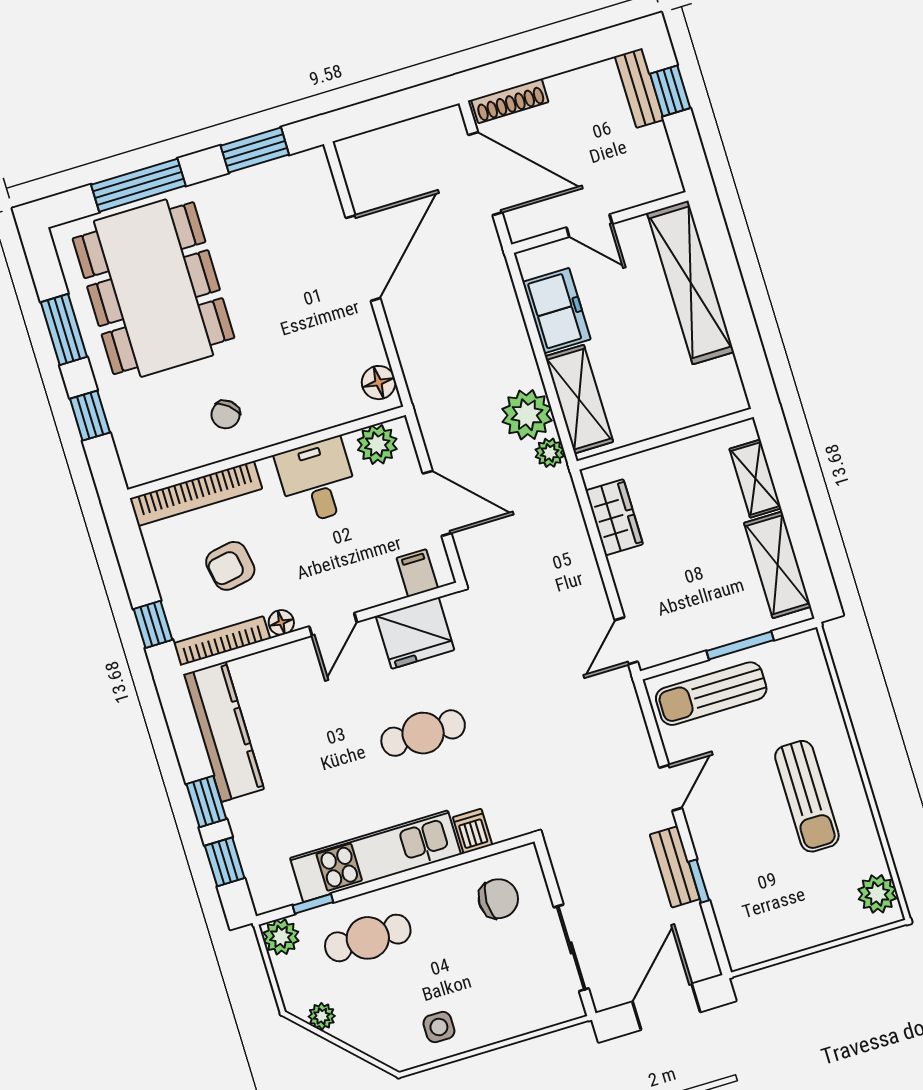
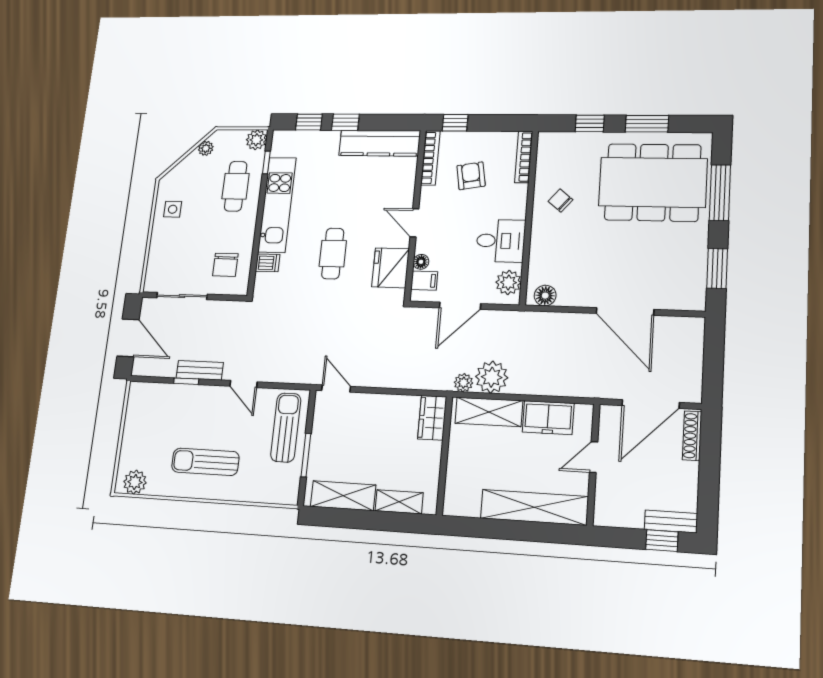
bookcase: (196, 493) -> (524, 157), width x0.68, depth x0.76
wardrobe: (614, 517) -> (432, 418), moved, turned 90
floor lamp: (281, 622) -> (421, 262), moved

